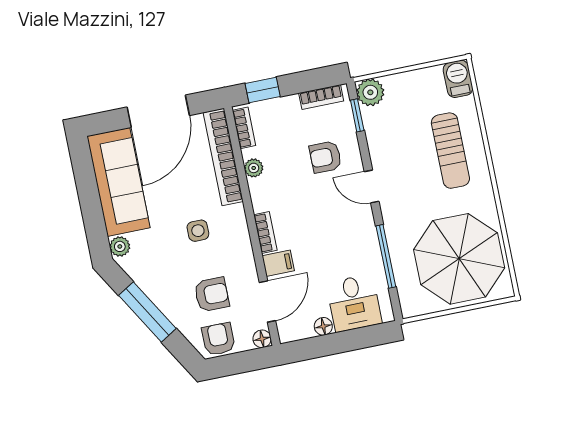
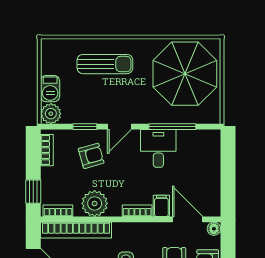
barbecue: (458, 79) -> (50, 89), moved, turned -90
window: (357, 115) -> (85, 127), moved
armchair: (325, 157) -> (91, 156), turned -106
plant: (254, 168) -> (95, 203), width x1.87, depth x1.87
desk: (354, 303) -> (158, 148), moved, turned -90
floor lamp: (323, 326) -> (214, 182), removed

